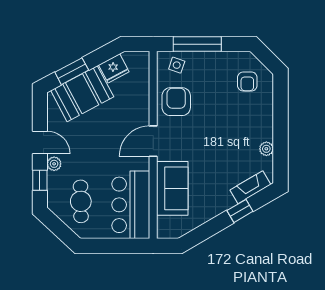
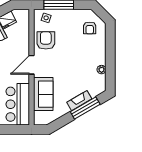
fireplace: (250, 187) -> (79, 101), moved
window: (240, 211) -> (85, 108), width x2.17

